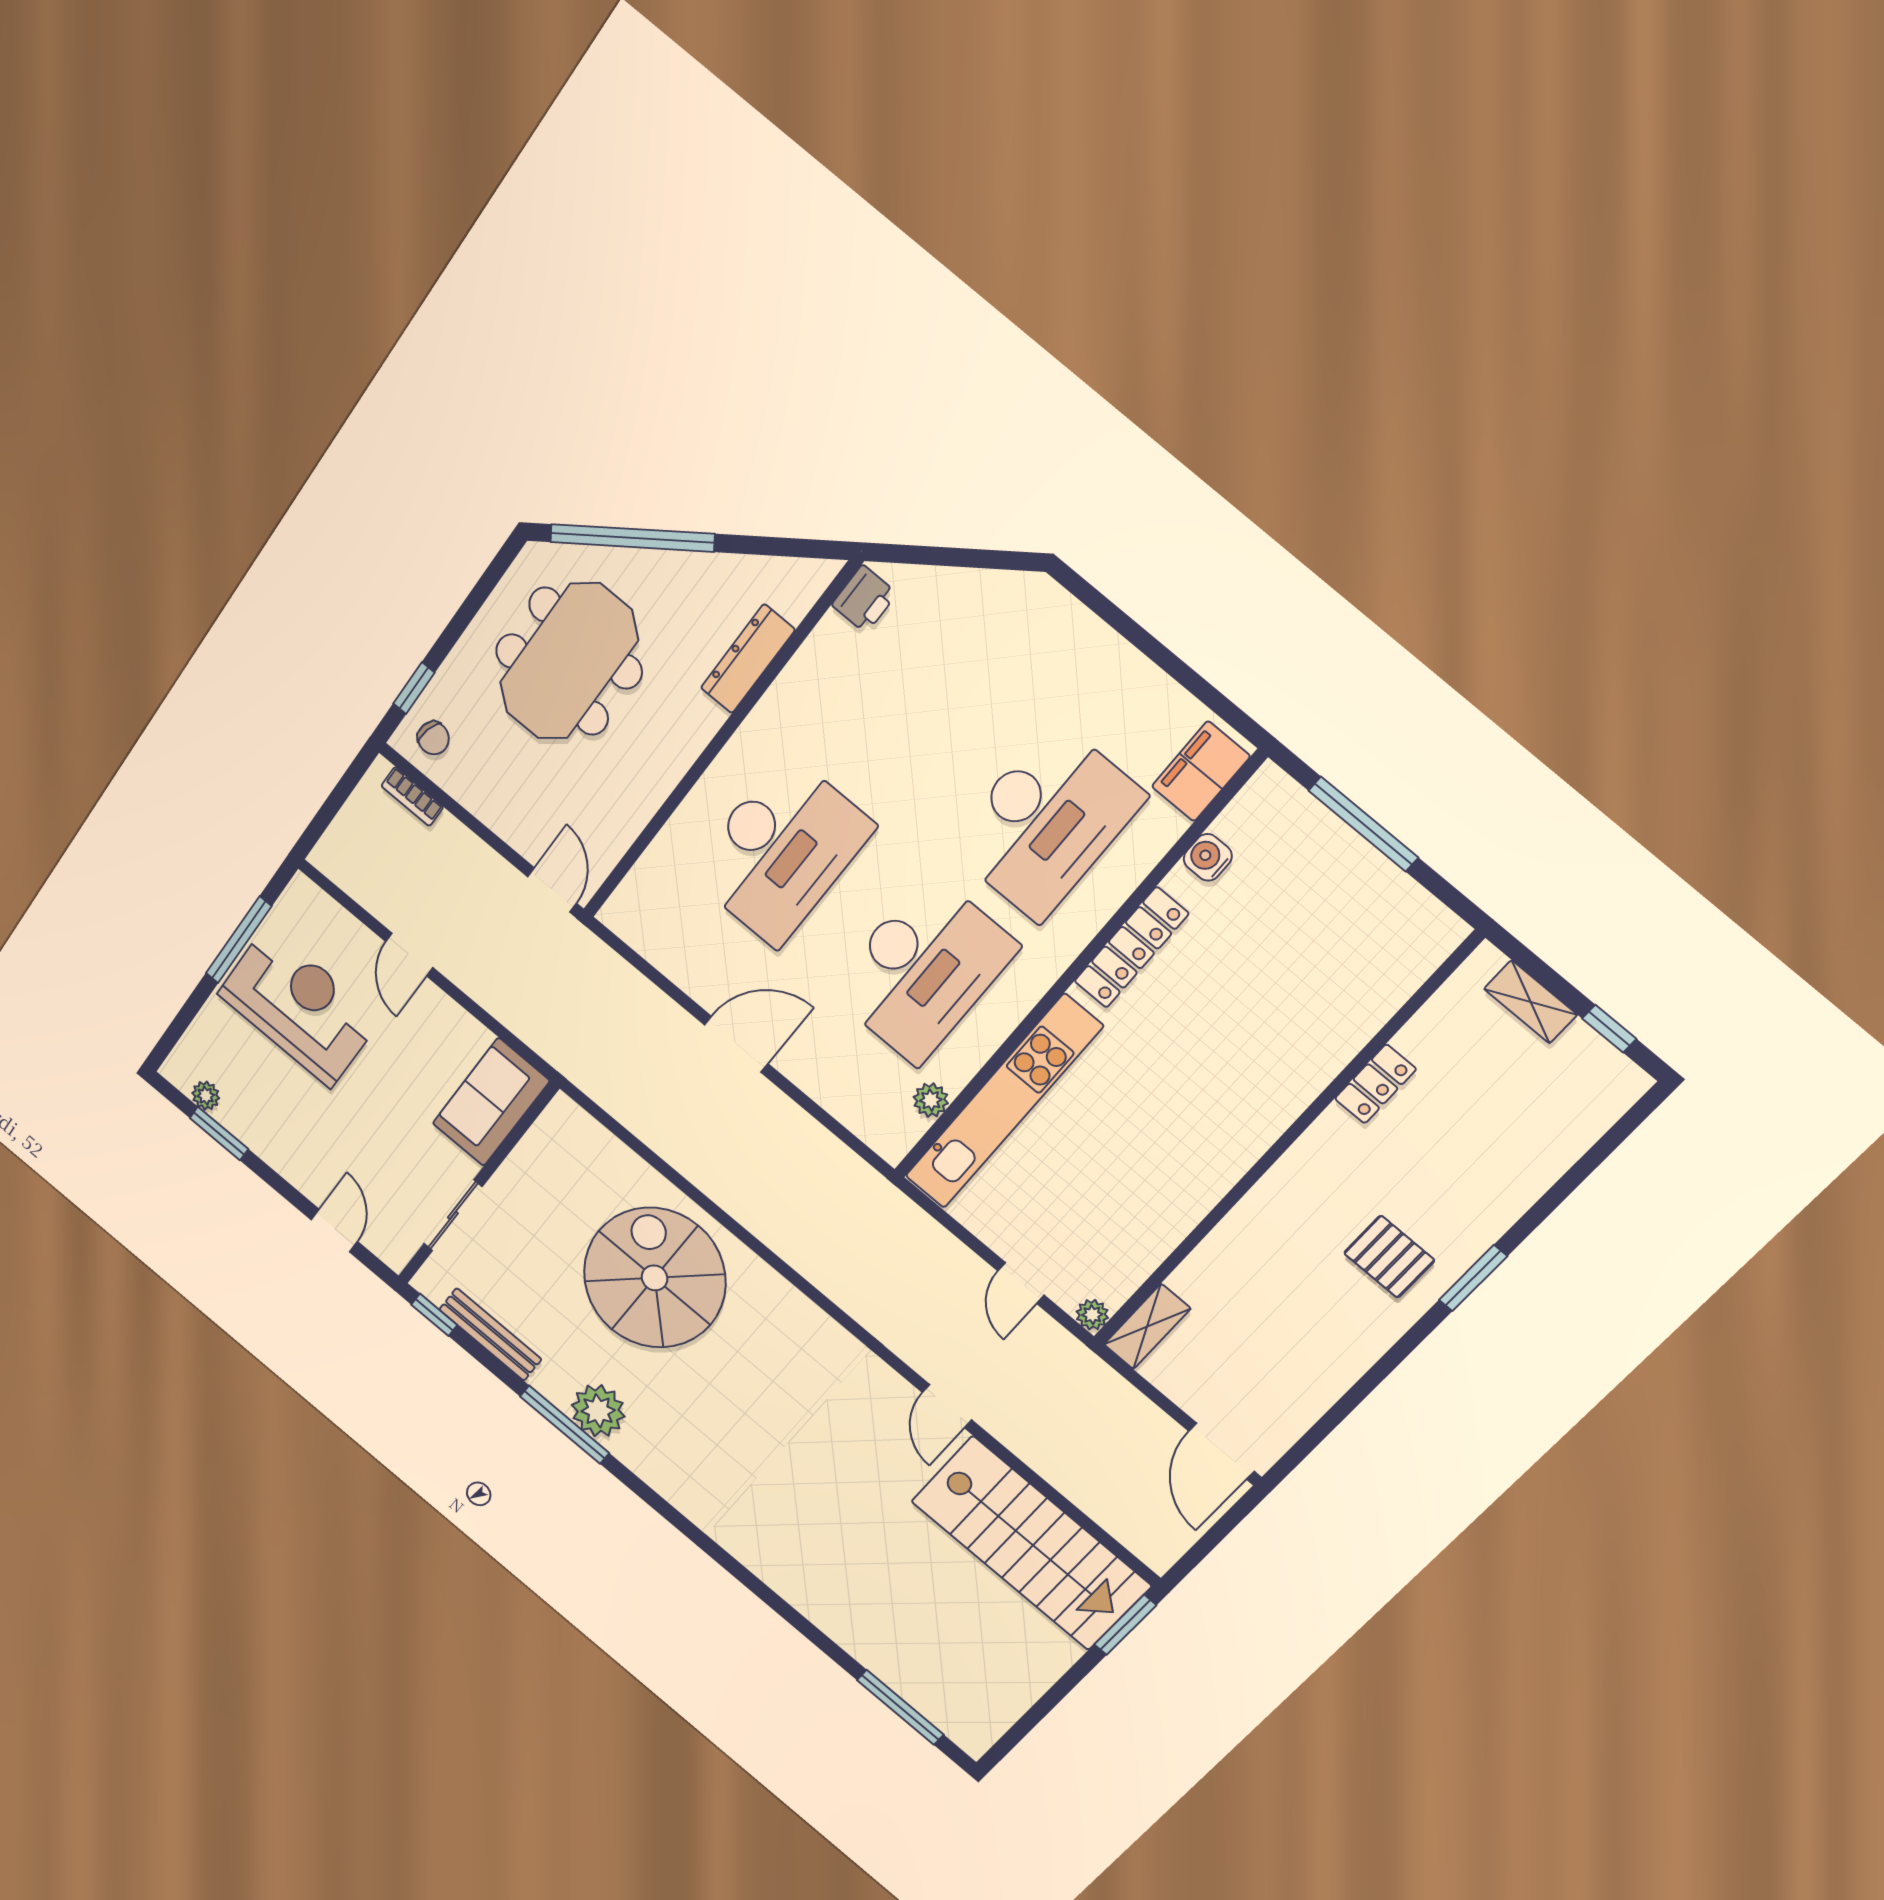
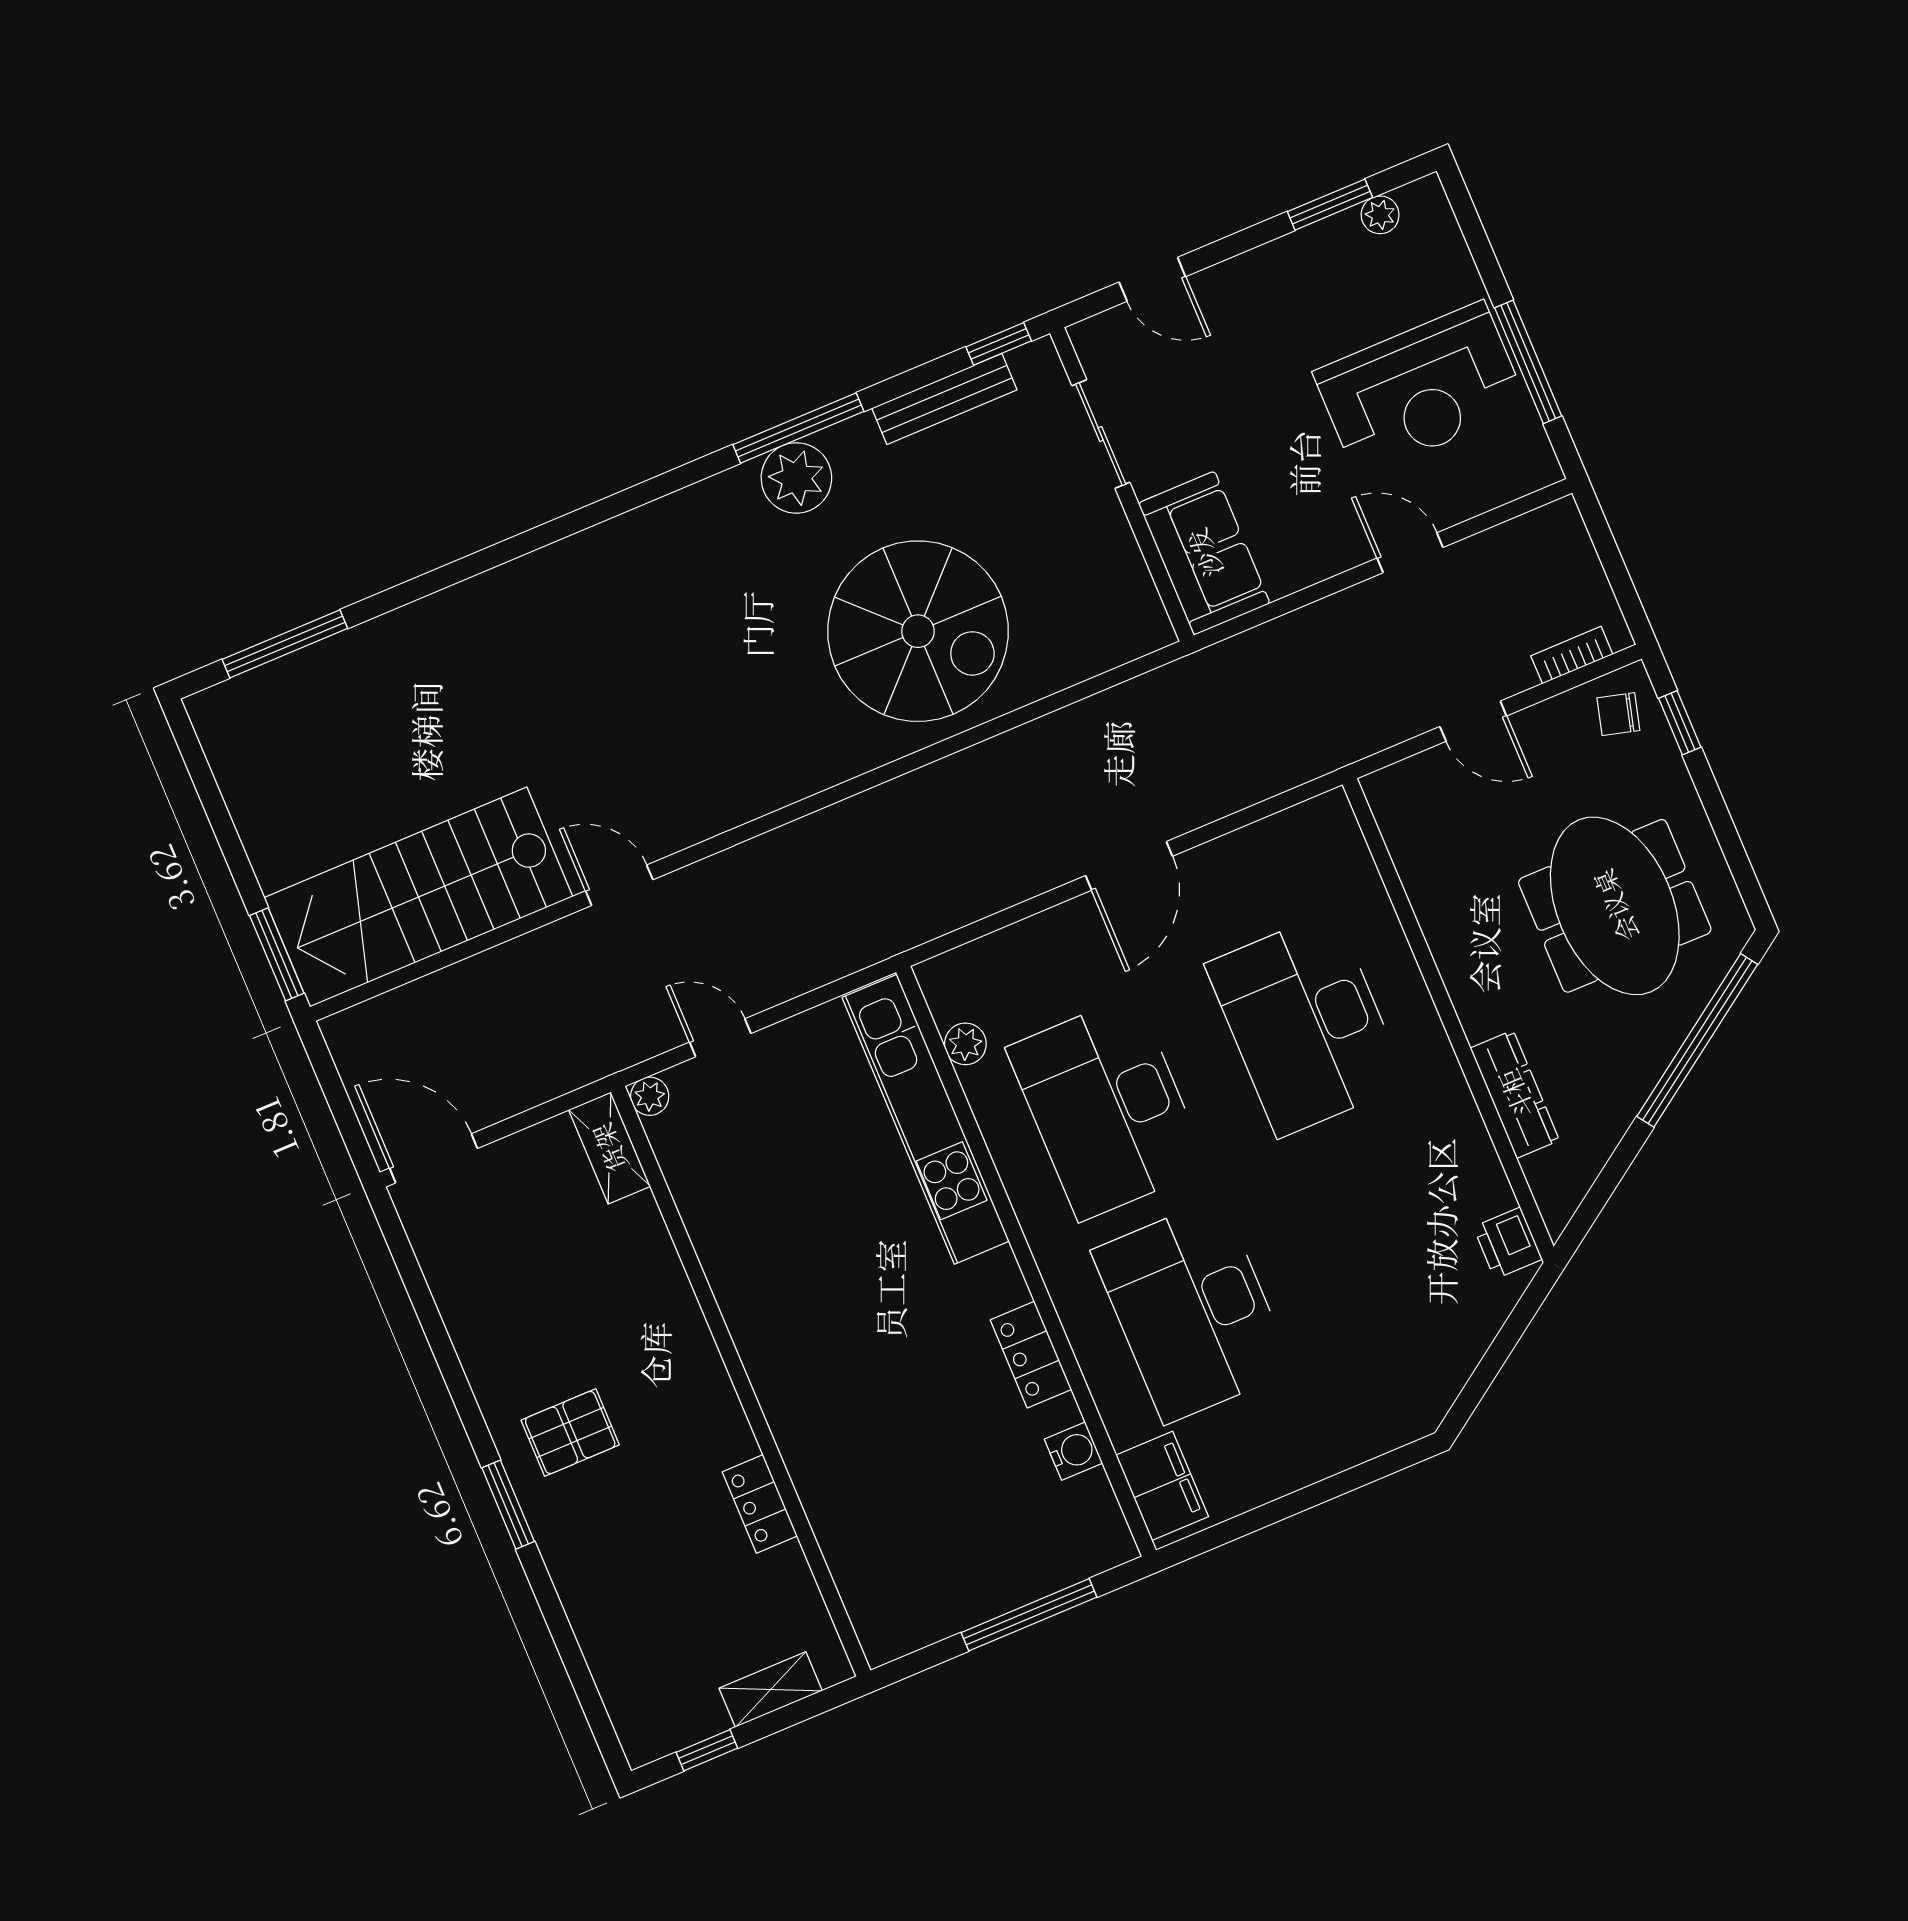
door: (552, 890) -> (1473, 721), moved
locker: (1131, 948) -> (1031, 1355), width x0.66

